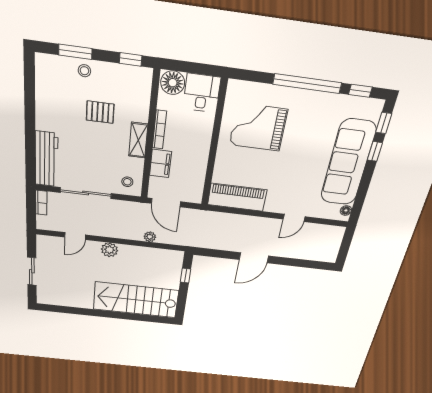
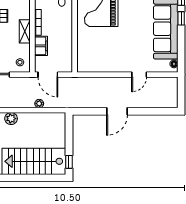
piano: (237, 197) -> (96, 64), removed
window: (186, 276) -> (69, 162), moved

